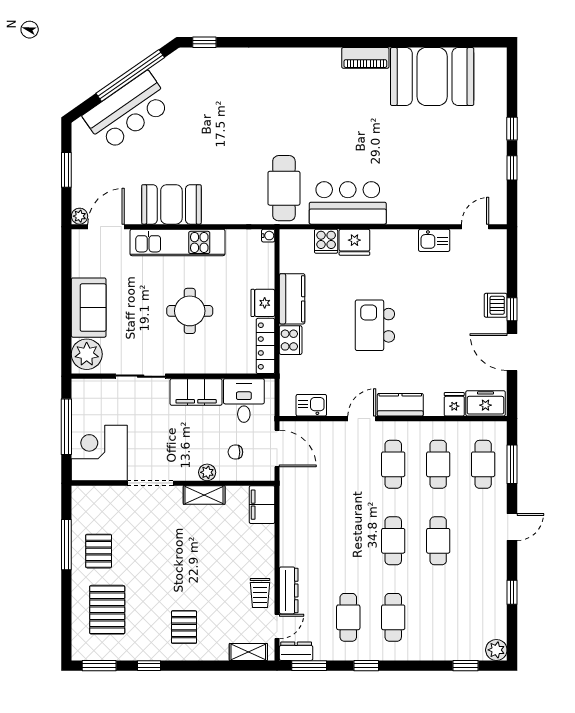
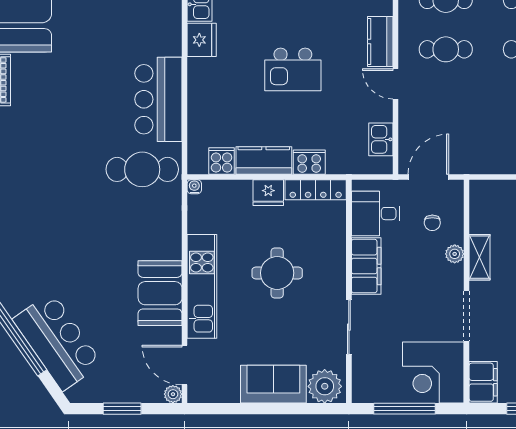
cooker: (326, 241) -> (222, 161), moved, turned -90
fridge: (354, 242) -> (202, 40), moved
filing cabinet: (262, 505) -> (483, 382), moved, turned -90

